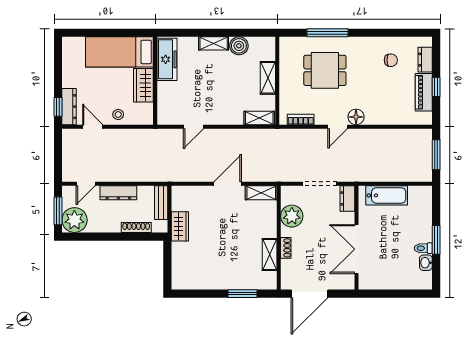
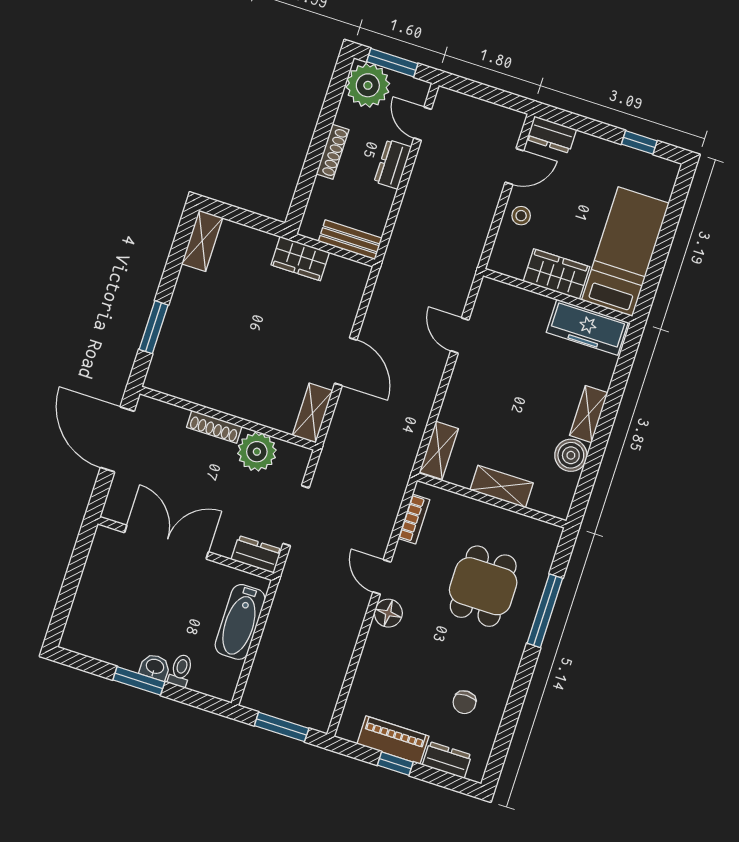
window: (58, 107) -> (639, 142), moved
dresser: (69, 107) -> (552, 135), width x0.70
dresser: (118, 193) -> (393, 164), width x0.70
shoe rack: (136, 228) -> (333, 152), moved
shoe rack: (286, 248) -> (214, 427), width x1.43
toilet: (423, 248) -> (181, 671), moved
shelving: (270, 254) -> (202, 241), moved, turned 90
washbasin: (426, 263) -> (155, 667), moved

